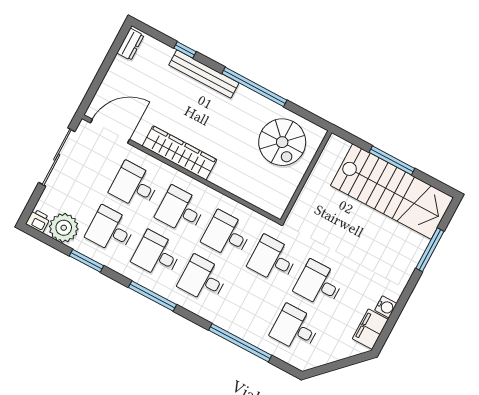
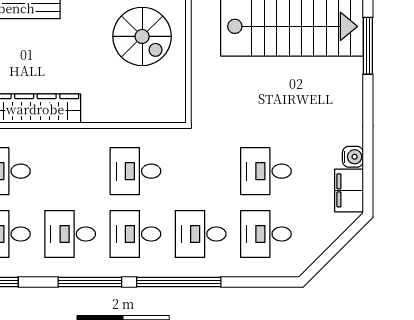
desk: (180, 210) -> (70, 171), removed
window: (430, 250) -> (368, 46), moved
desk: (273, 259) -> (201, 234), moved
window: (240, 343) -> (179, 282), moved

